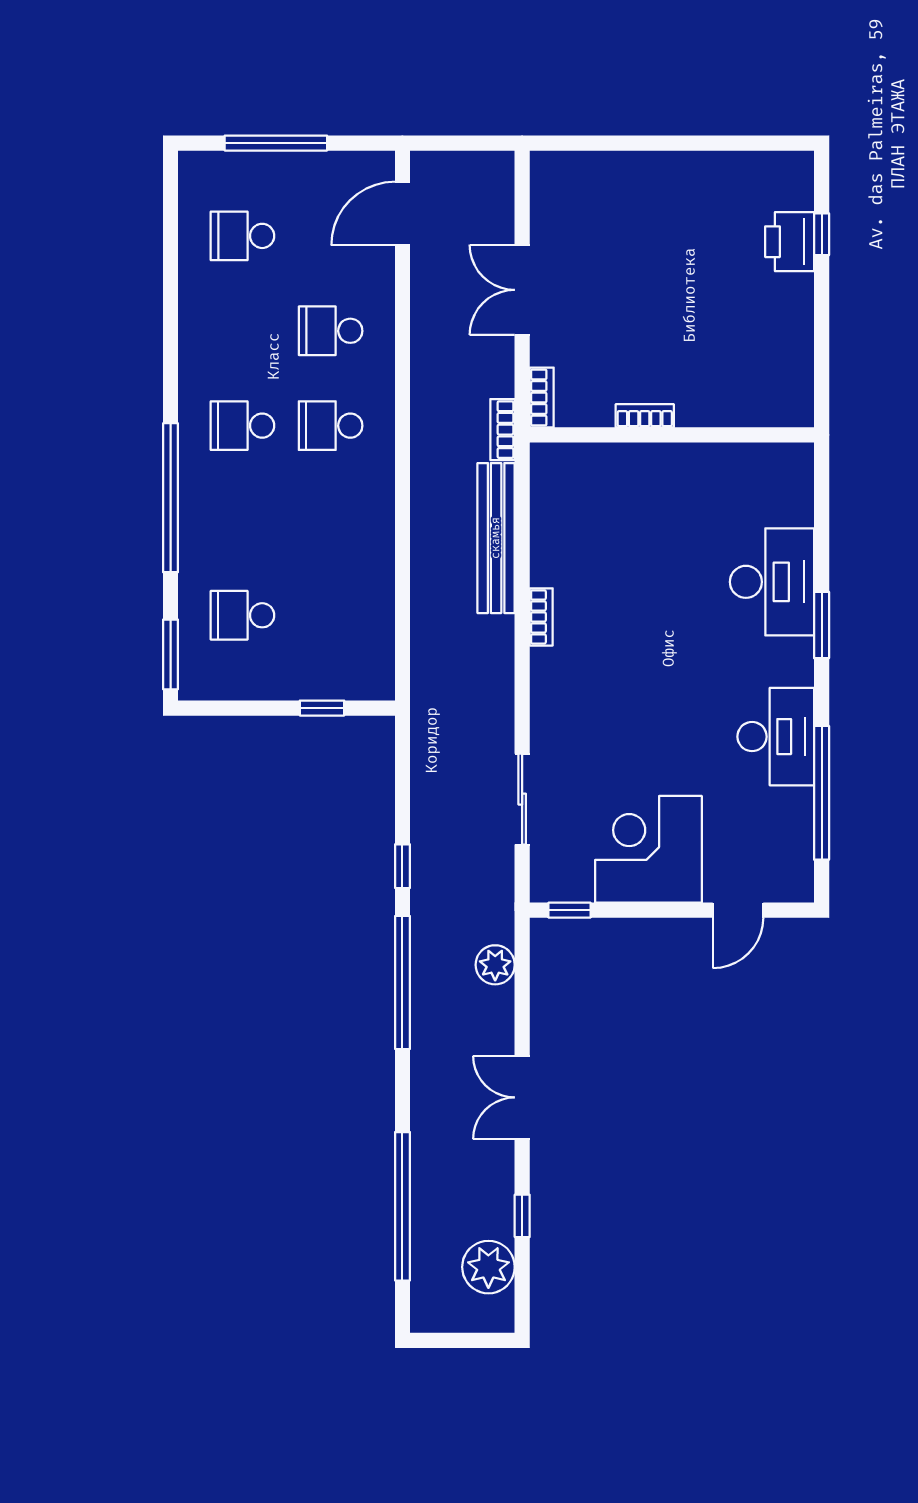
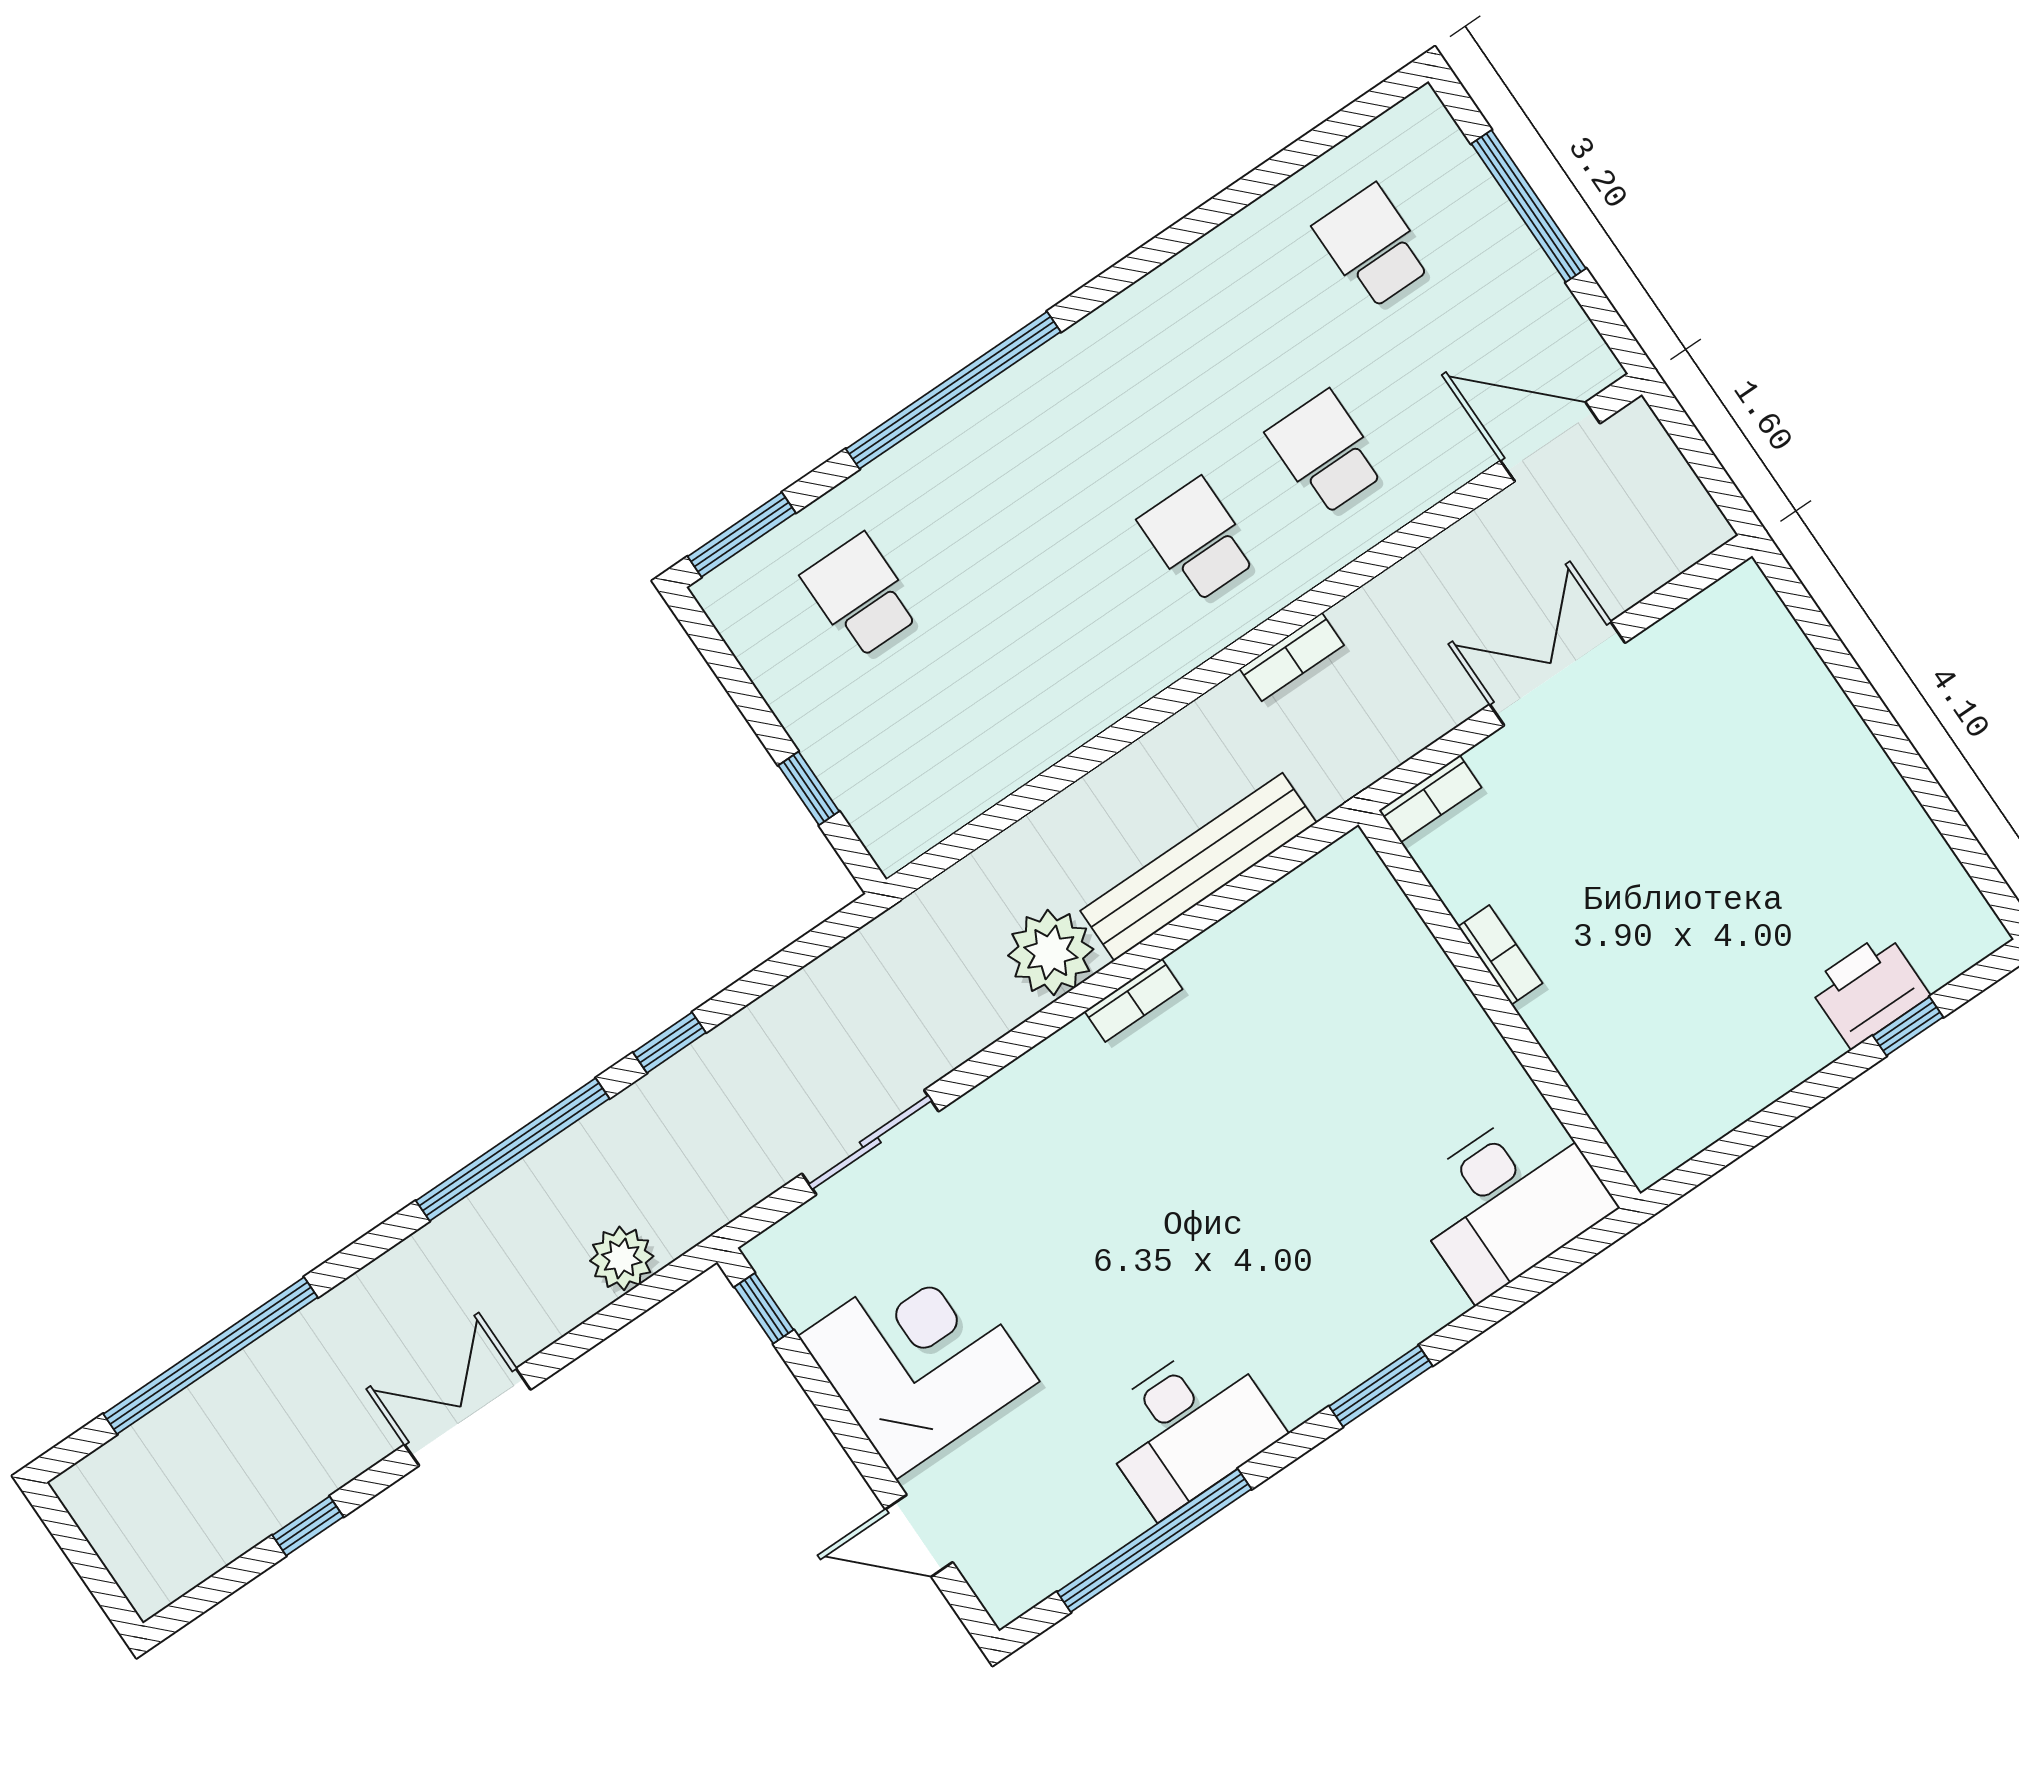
school desk: (242, 426) -> (1117, 421), removed
bookcase: (503, 430) -> (1292, 657), moved, turned 180
desk: (772, 582) -> (1509, 1200), moved
plant: (488, 1267) -> (1051, 952), moved

